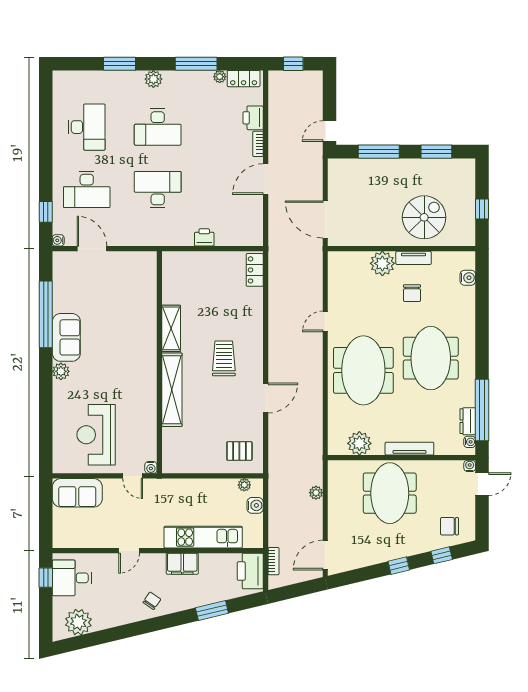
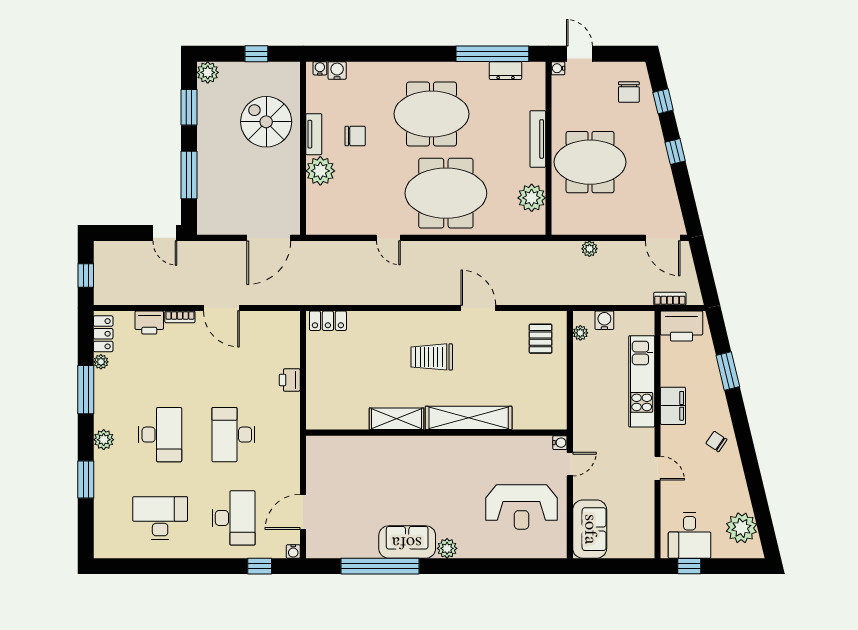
plant: (466, 168) -> (208, 72), added
water cooler: (470, 442) -> (320, 68), moved

